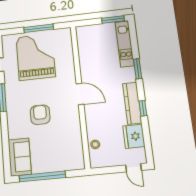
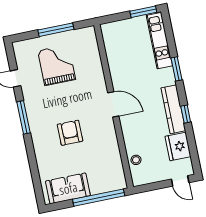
grand piano: (36, 57) -> (57, 65), width x0.73, depth x0.68
sofa: (20, 157) -> (68, 188), moved, turned -90
window: (42, 176) -> (99, 198), moved

